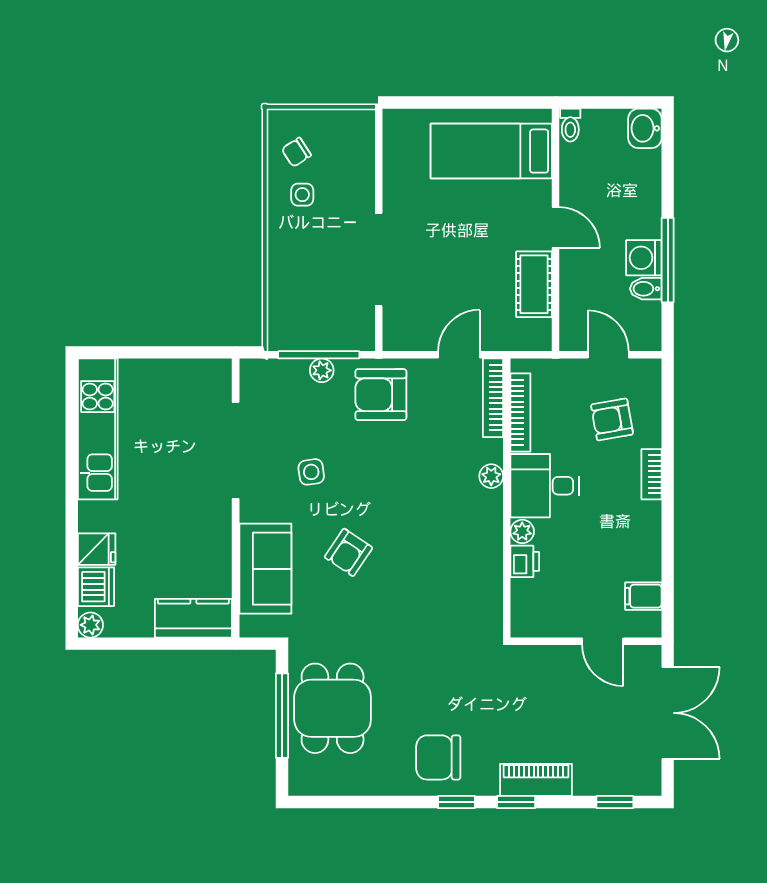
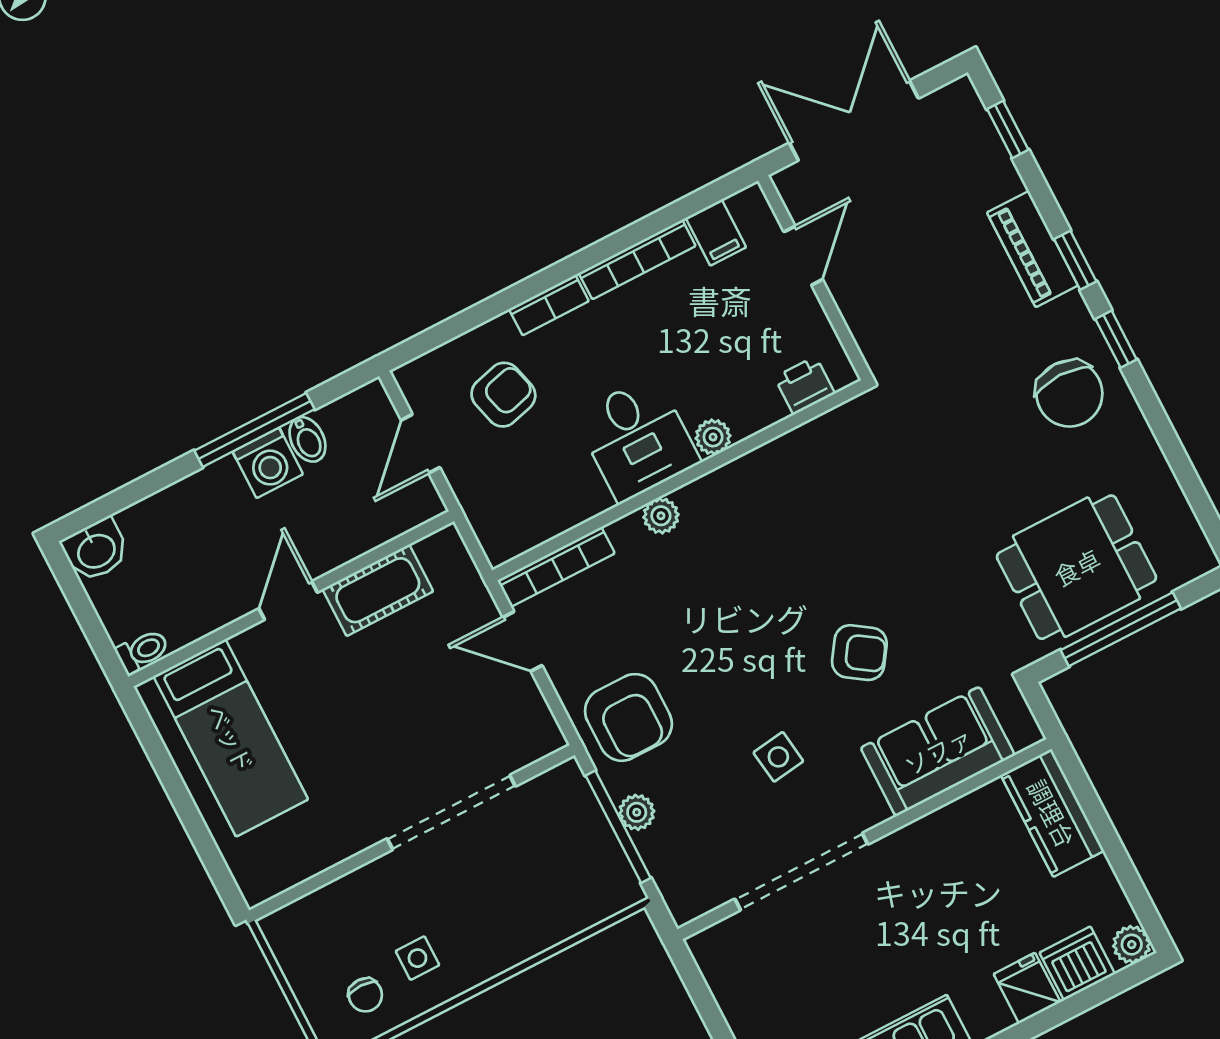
chair: (296, 152) -> (365, 995), turned 33
bookcase: (520, 412) -> (637, 259), moved, turned 180
armchair: (612, 419) -> (503, 395), turned -95
printer: (525, 561) -> (805, 385), moved

